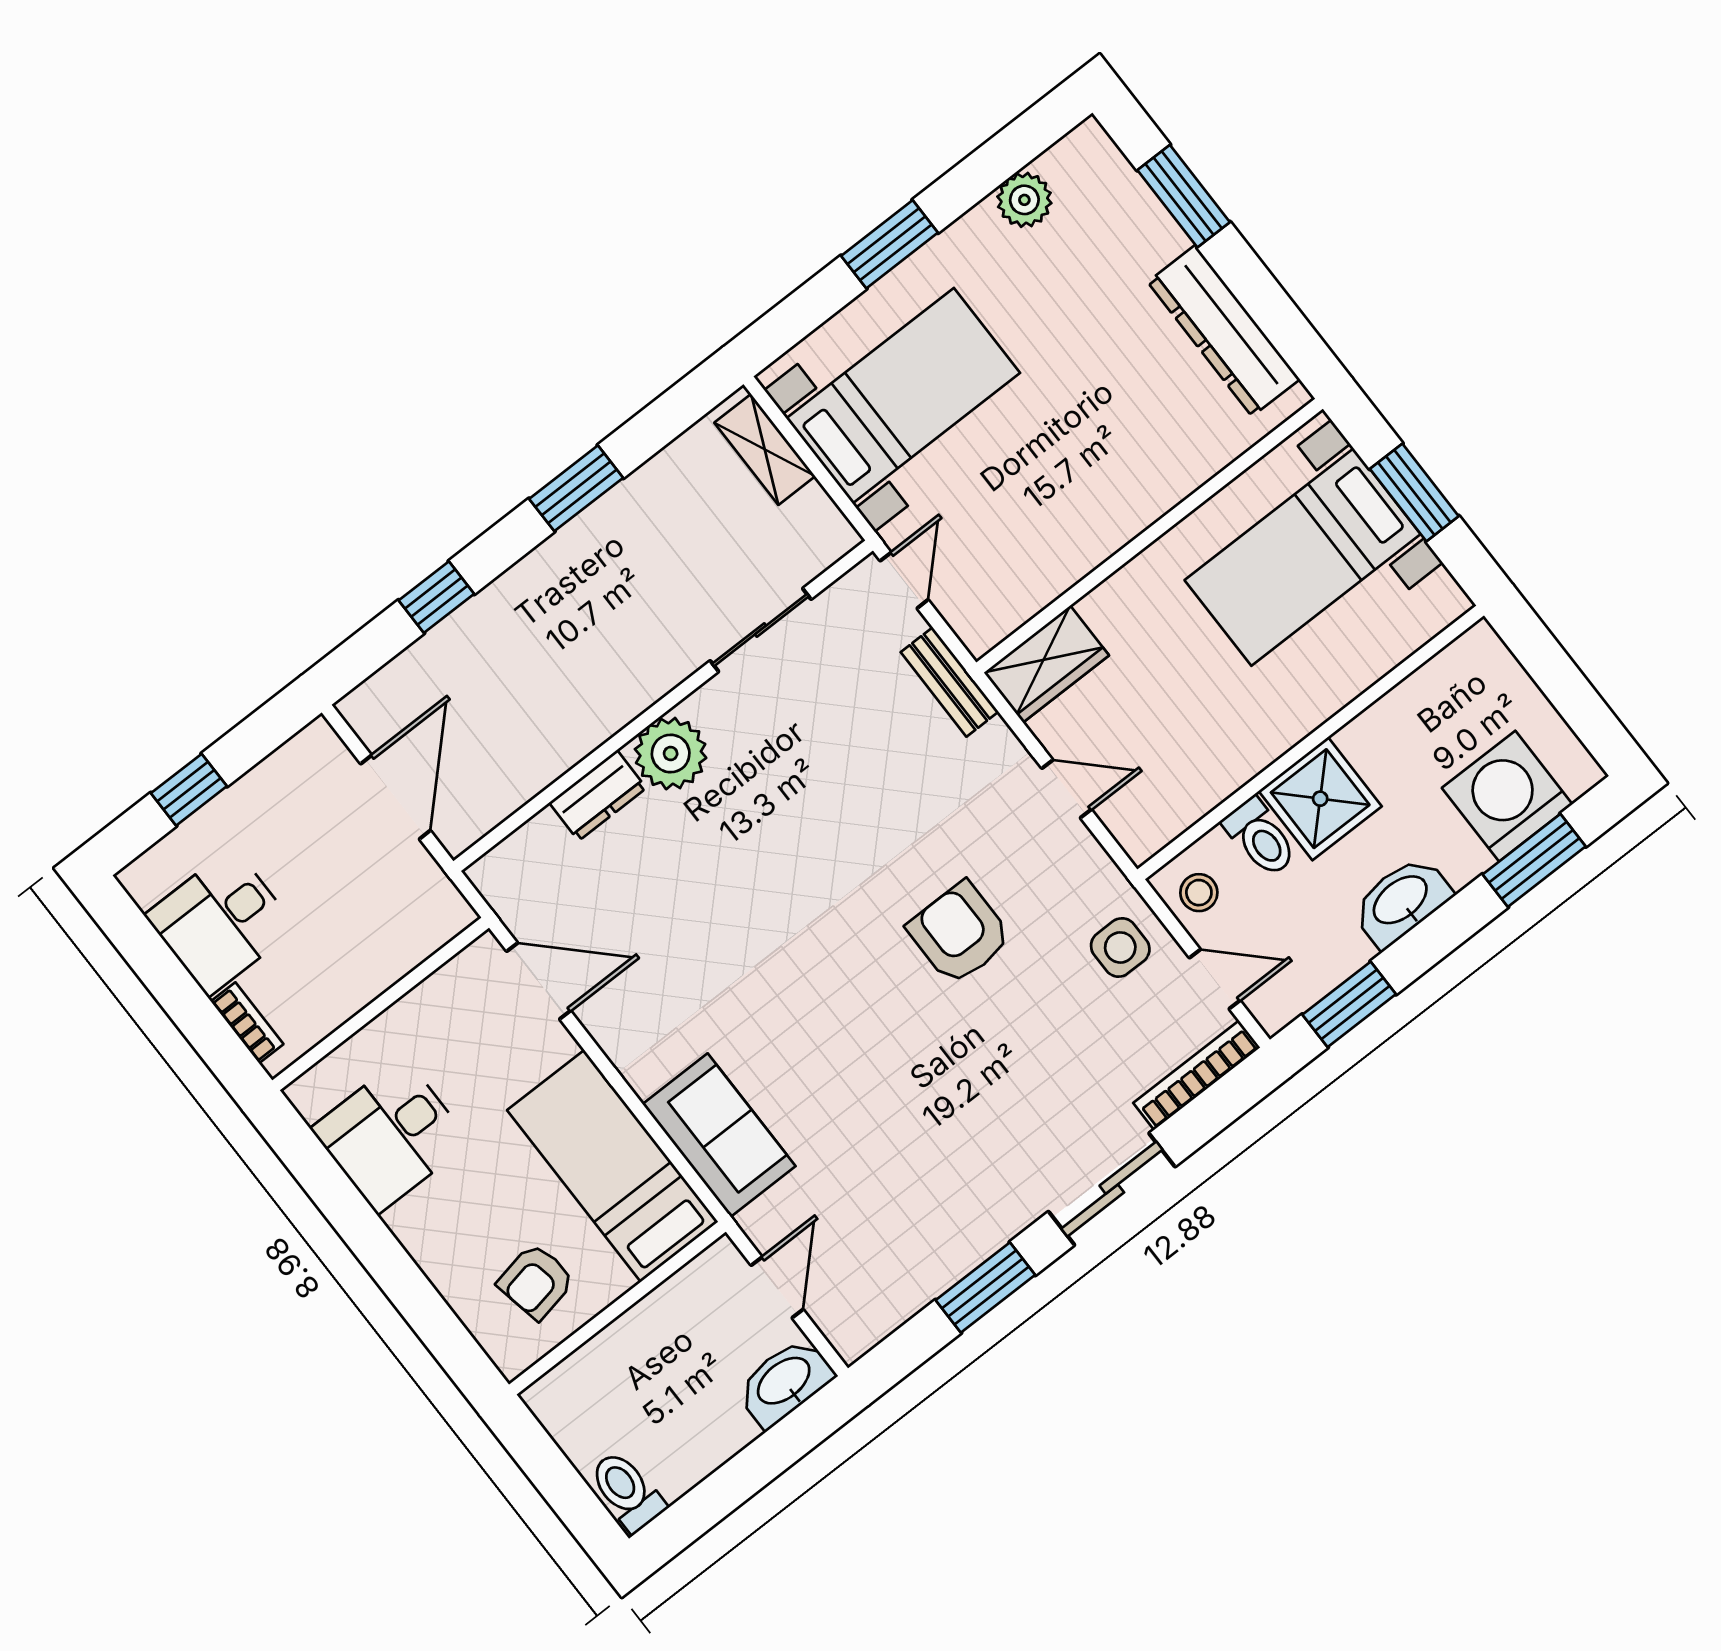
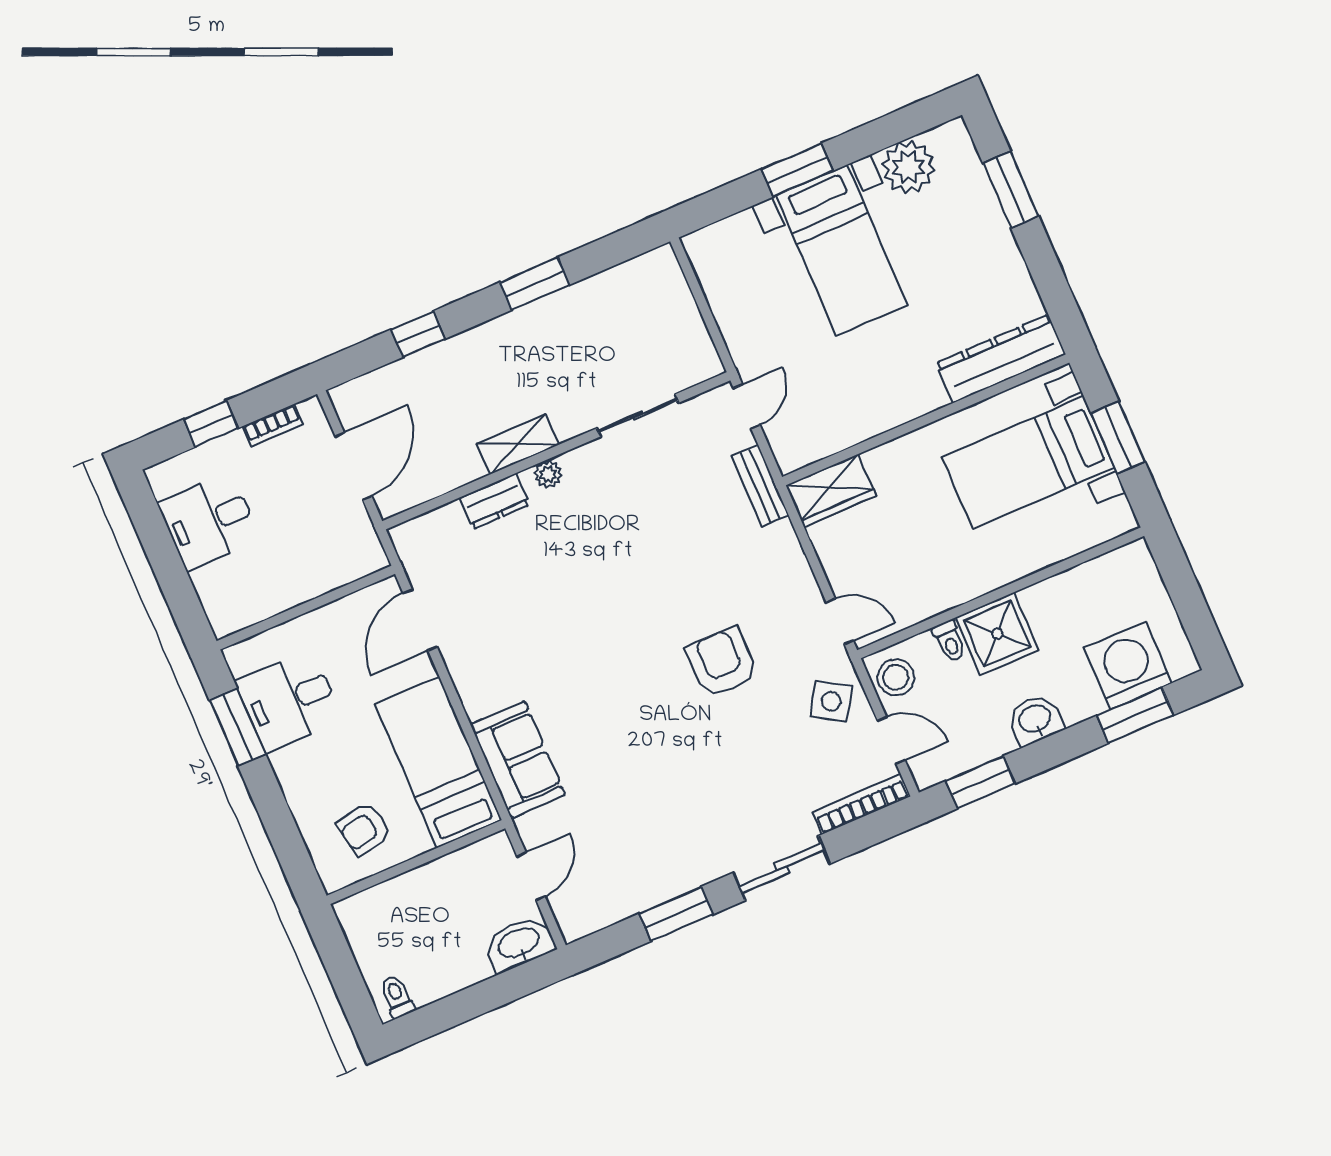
plant: (1024, 200) -> (908, 167), width x1.36, depth x1.36
dresser: (1224, 331) -> (1001, 359), moved, turned 90
bed with nightstands: (903, 396) -> (842, 250), moved, turned 90
shelving: (765, 449) -> (518, 444), moved, turned 90
plant: (671, 754) -> (548, 474), width x0.53, depth x0.53
door: (1067, 789) -> (840, 621), moved
toilet: (1260, 837) -> (950, 641), width x0.73, depth x0.72
stool: (1199, 893) -> (896, 677), width x1.37, depth x1.37
washbasin: (1401, 901) -> (1035, 720), width x0.72
side table: (1120, 947) -> (831, 701), turned 32
door: (539, 981) -> (420, 620), swing flipped
bookcase: (247, 1023) -> (273, 425), moved, turned 90
window: (330, 1189) -> (237, 727), added
toilet: (627, 1491) -> (397, 997), width x0.73, depth x0.72

